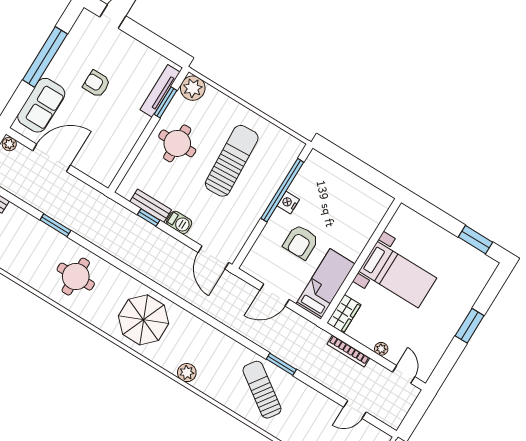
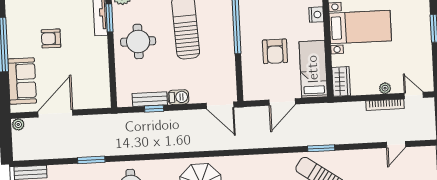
nightstand: (288, 203) -> (316, 15), moved, turned 180
bookcase: (348, 351) -> (385, 105), moved

